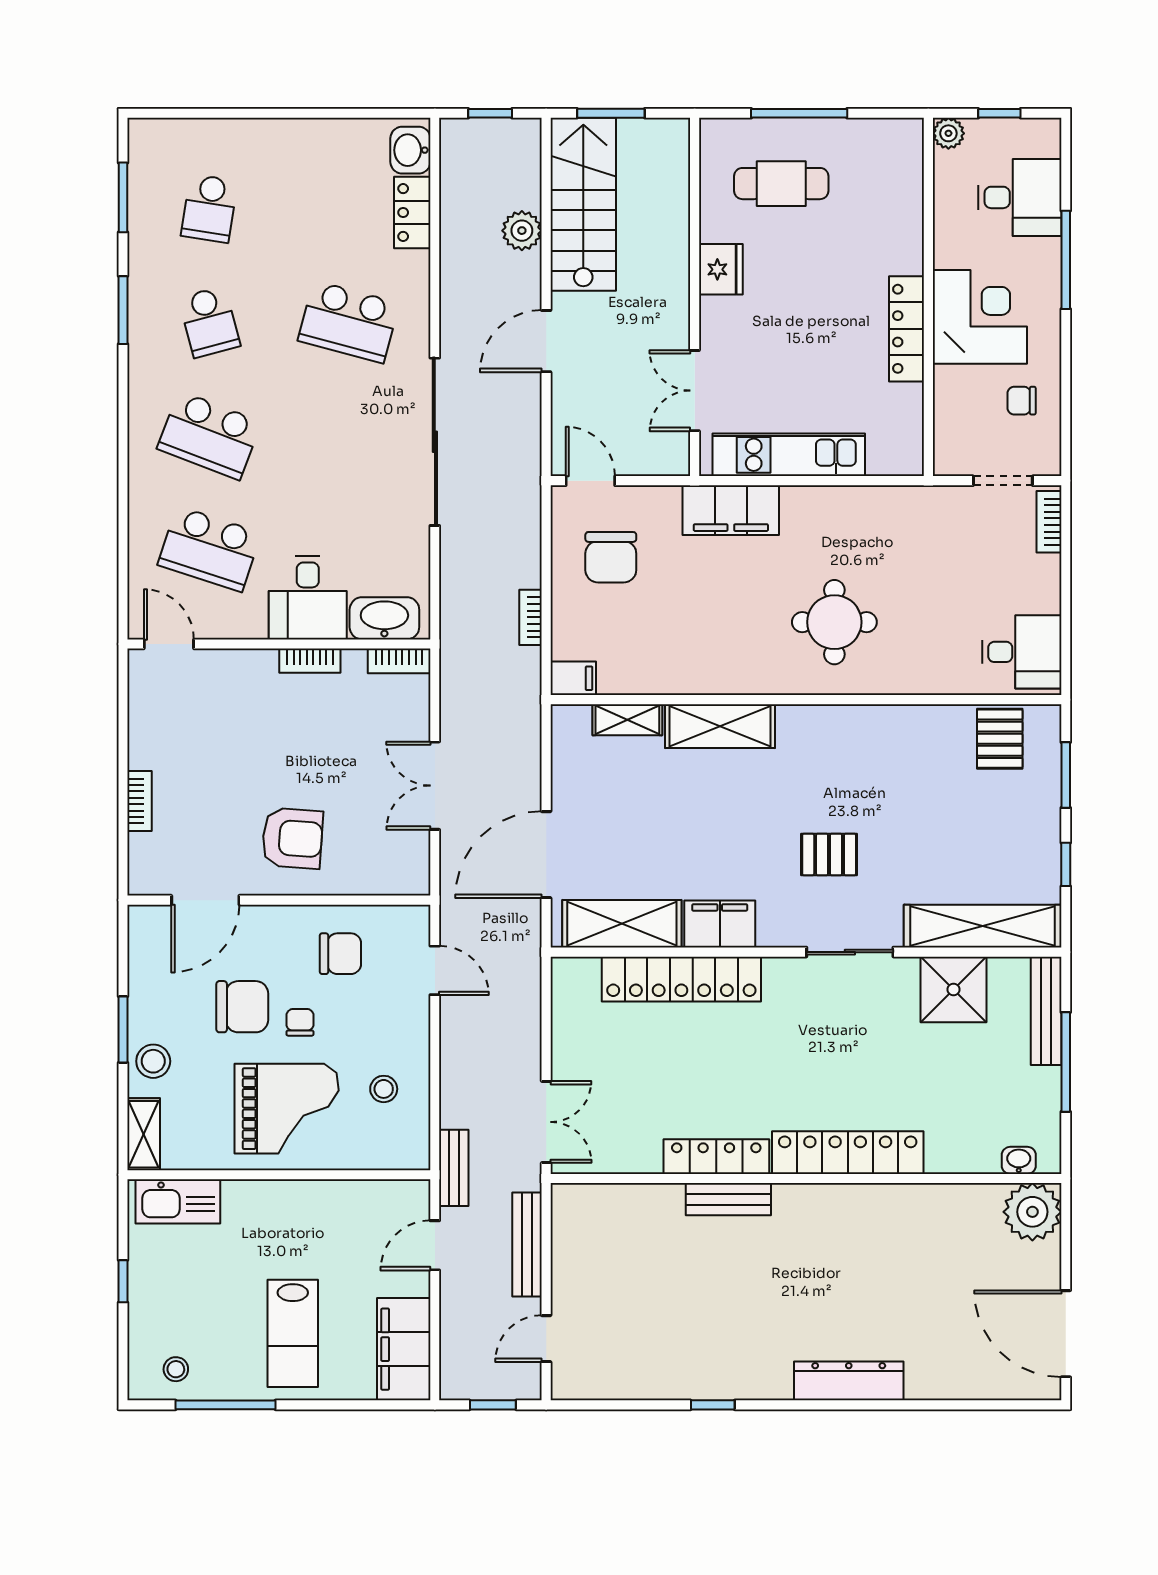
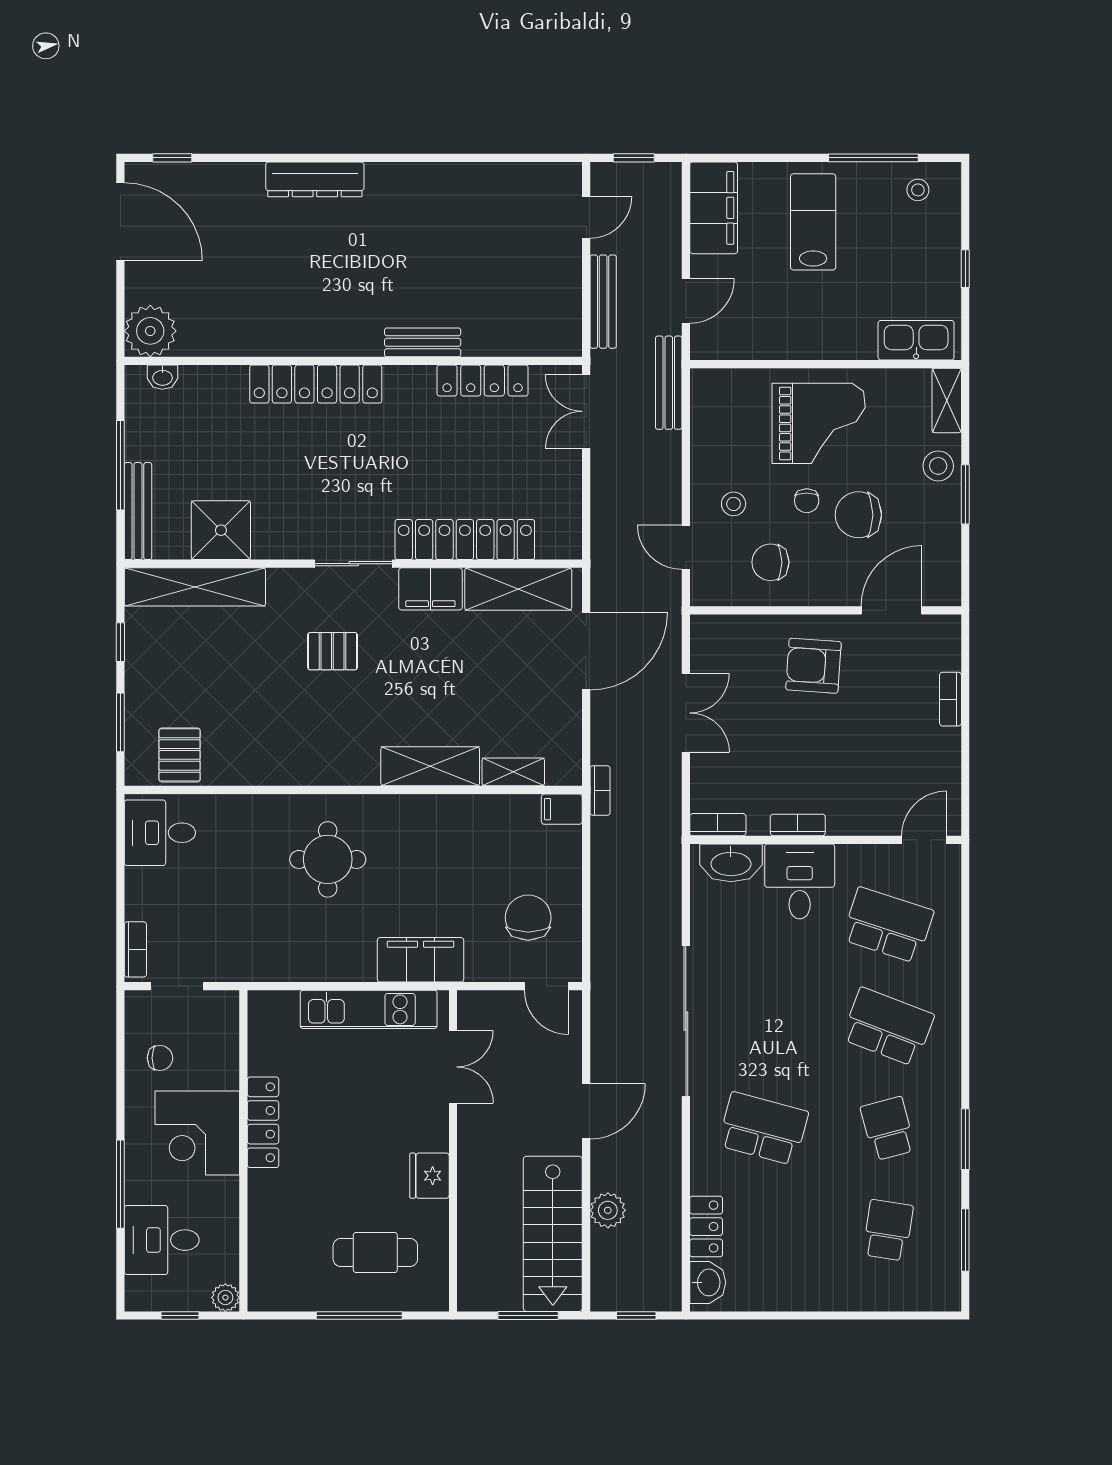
bookcase: (531, 617) -> (600, 790), moved
door: (169, 644) -> (924, 840), swing flipped
sliding door: (850, 952) -> (354, 564), moved
stool: (384, 1089) -> (734, 504), moved
grand piano: (287, 1109) -> (819, 423), turned 180
locker: (716, 1157) -> (483, 380), moved
bench: (454, 1168) -> (669, 383), width x1.36
window: (713, 1405) -> (172, 158), moved

